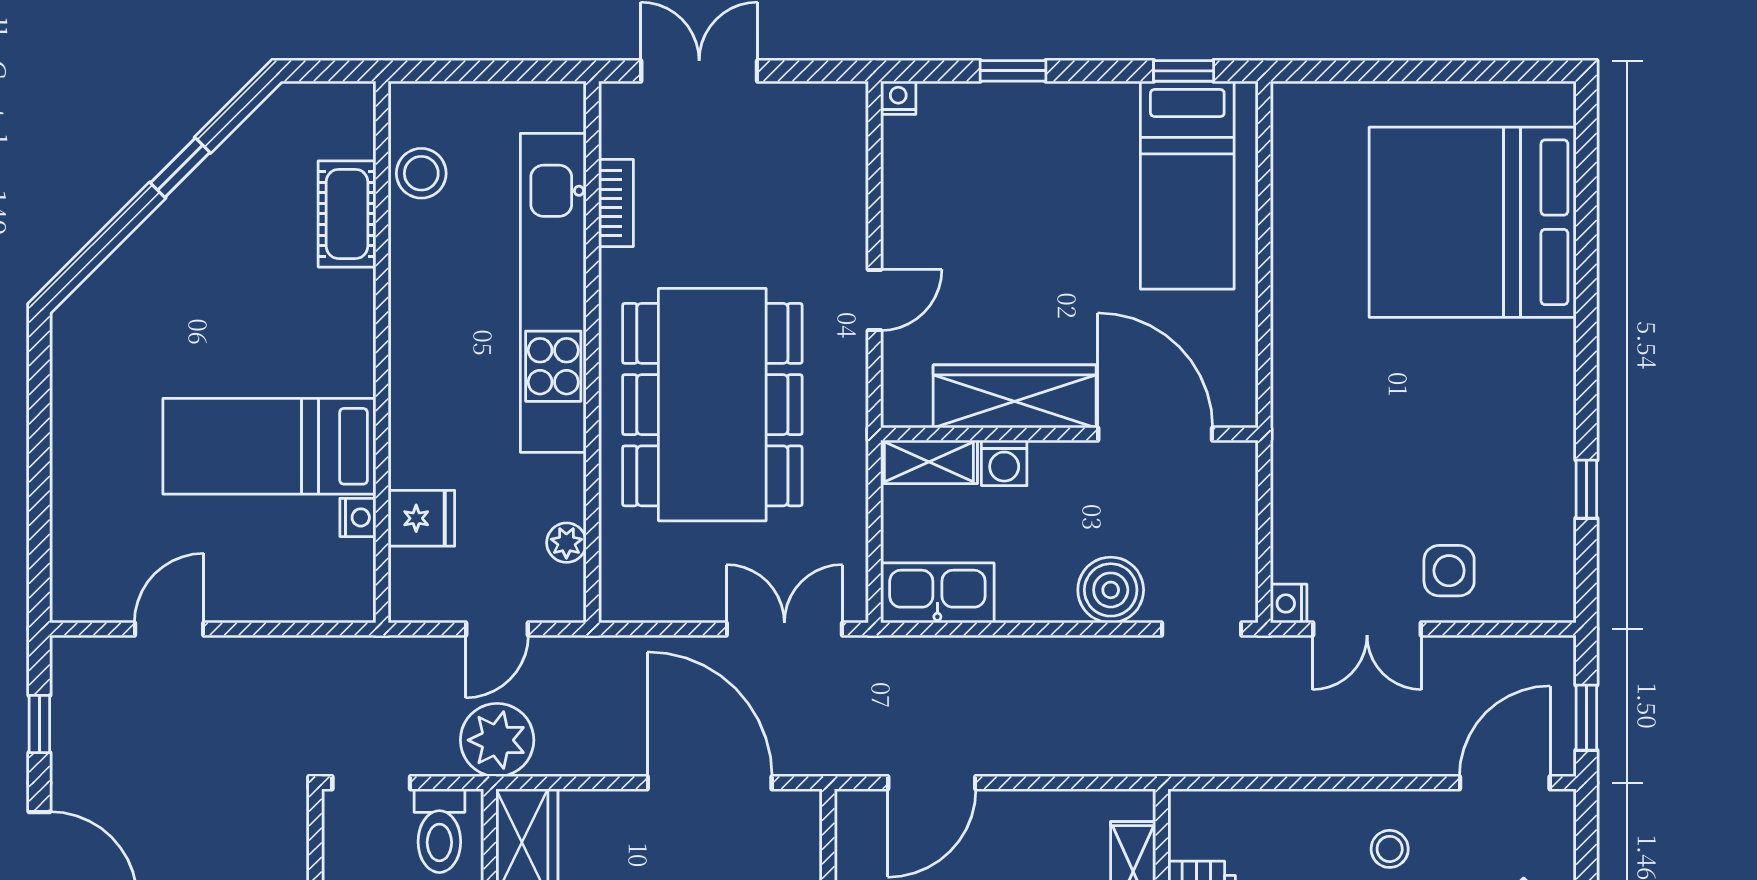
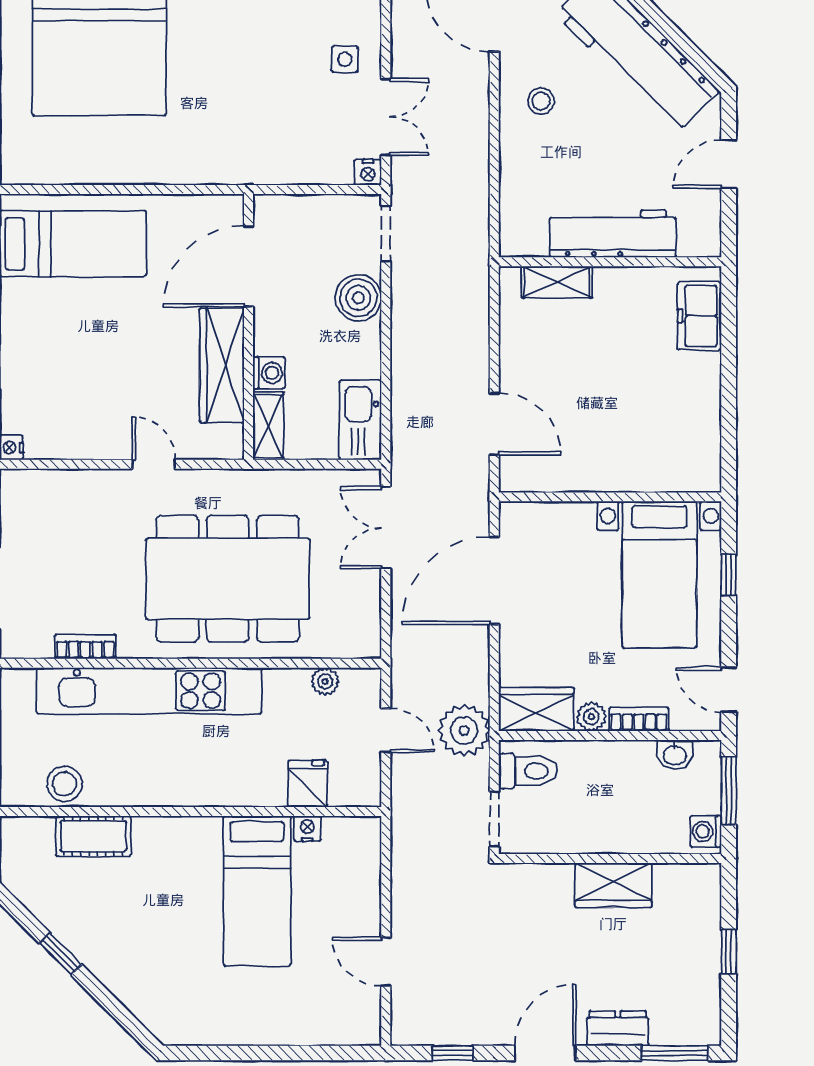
side table: (1449, 571) -> (345, 59), width x0.73, depth x0.73

